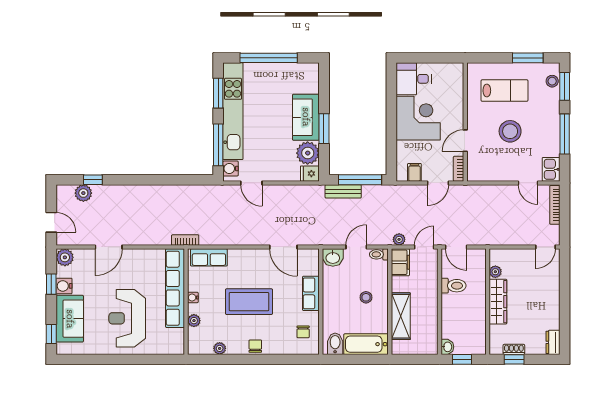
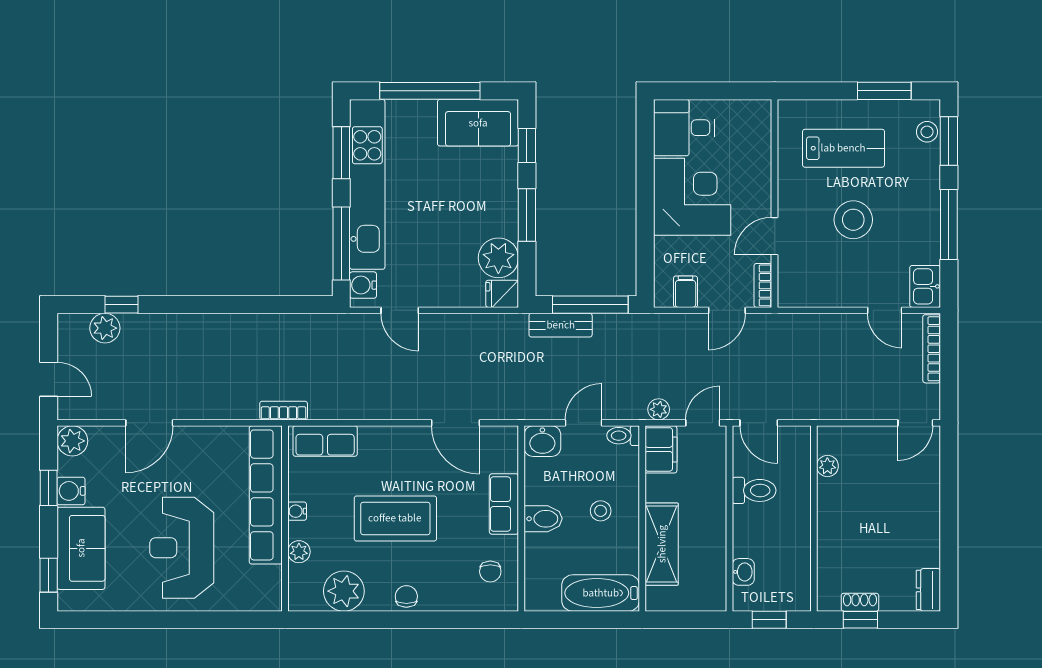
window: (324, 89) -> (527, 146), added
sofa: (306, 117) -> (478, 123), moved, turned -90
wardrobe: (498, 302) -> (832, 519), removed
bidet: (335, 344) -> (543, 519), moved, turned 90
washbasin: (447, 347) -> (743, 572), moved
plant: (220, 348) -> (344, 591), width x1.87, depth x1.87

